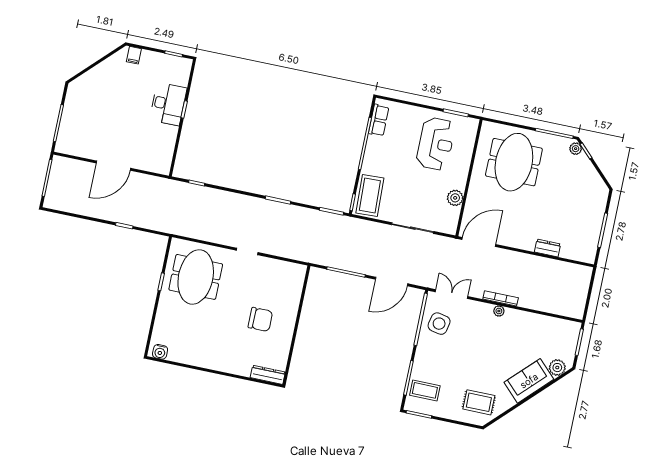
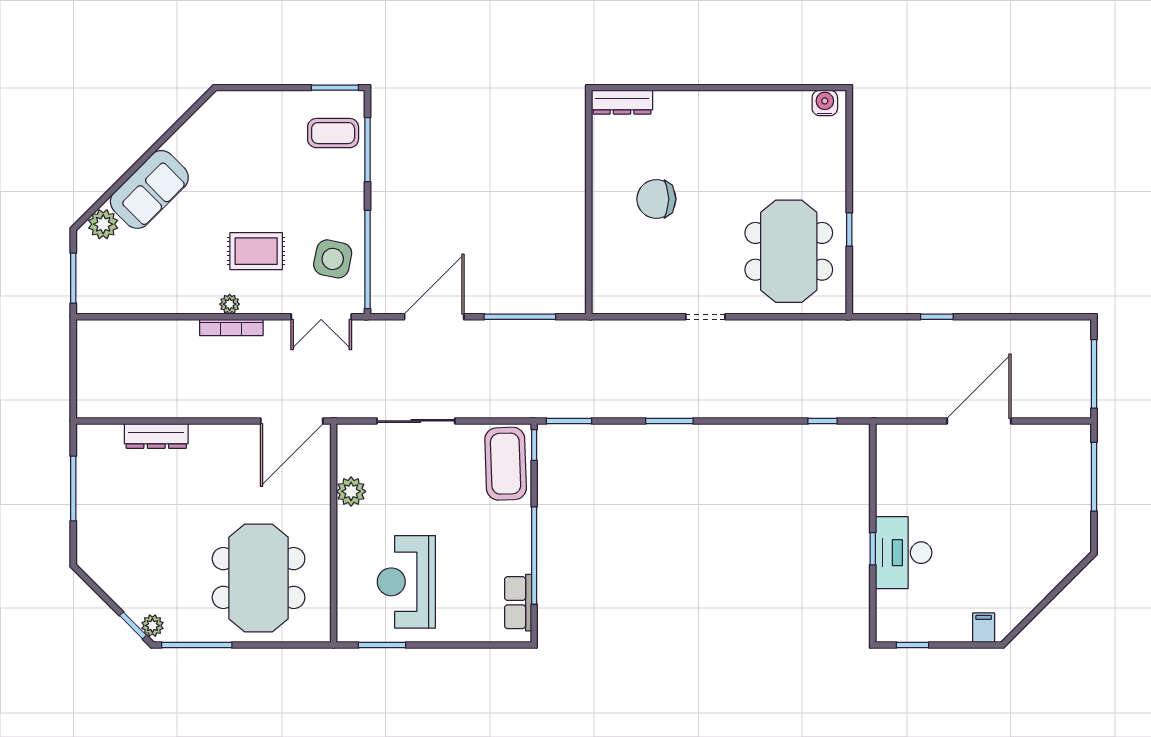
dresser: (547, 248) -> (156, 436), width x1.44
rug: (479, 402) -> (256, 251), moved

